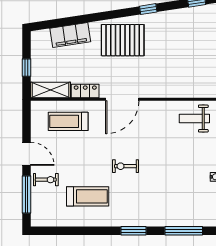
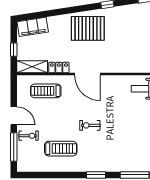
filing cabinet: (70, 35) -> (33, 27), moved
door: (122, 99) -> (87, 74), hinge flipped

